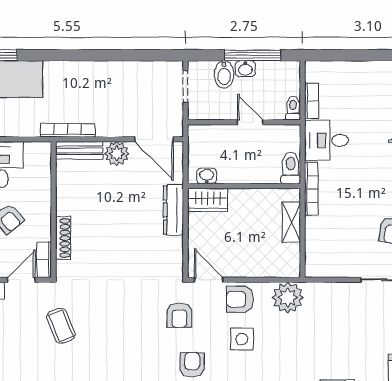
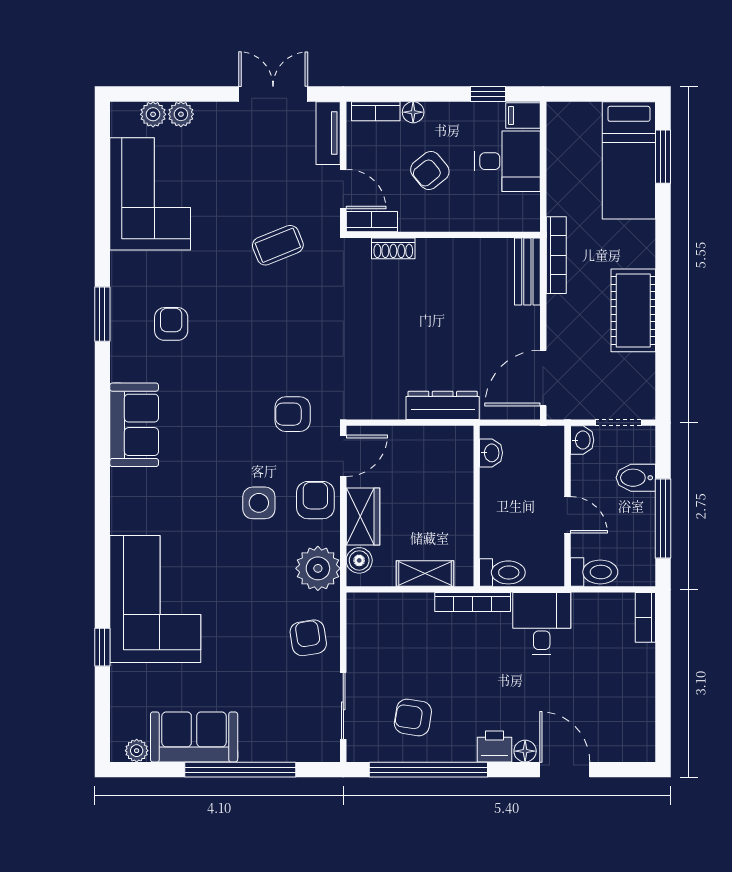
washbasin: (245, 69) -> (582, 440), moved, turned 180
cot: (107, 76) -> (633, 310), added
bookcase: (312, 101) -> (645, 617), moved, turned 90
toilet: (293, 108) -> (594, 572), width x1.37, depth x1.39
door: (250, 122) -> (567, 515), hinge flipped
plant: (117, 154) -> (523, 325), removed
wardrobe: (208, 200) -> (363, 517), moved, turned 180
shoe rack: (63, 238) -> (393, 248), width x0.70
boiler: (282, 269) -> (359, 560), added
armchair: (192, 365) -> (308, 638), moved, turned -99

